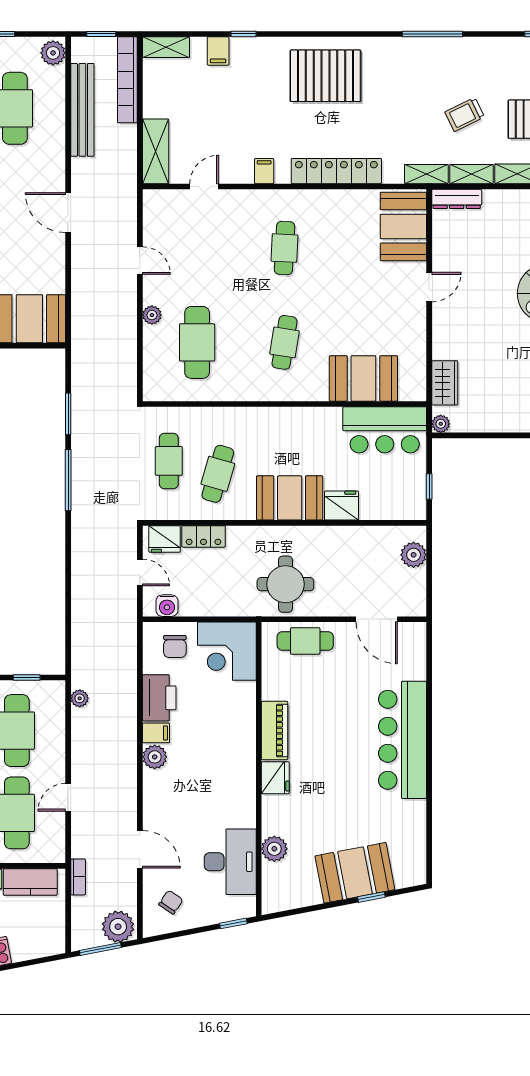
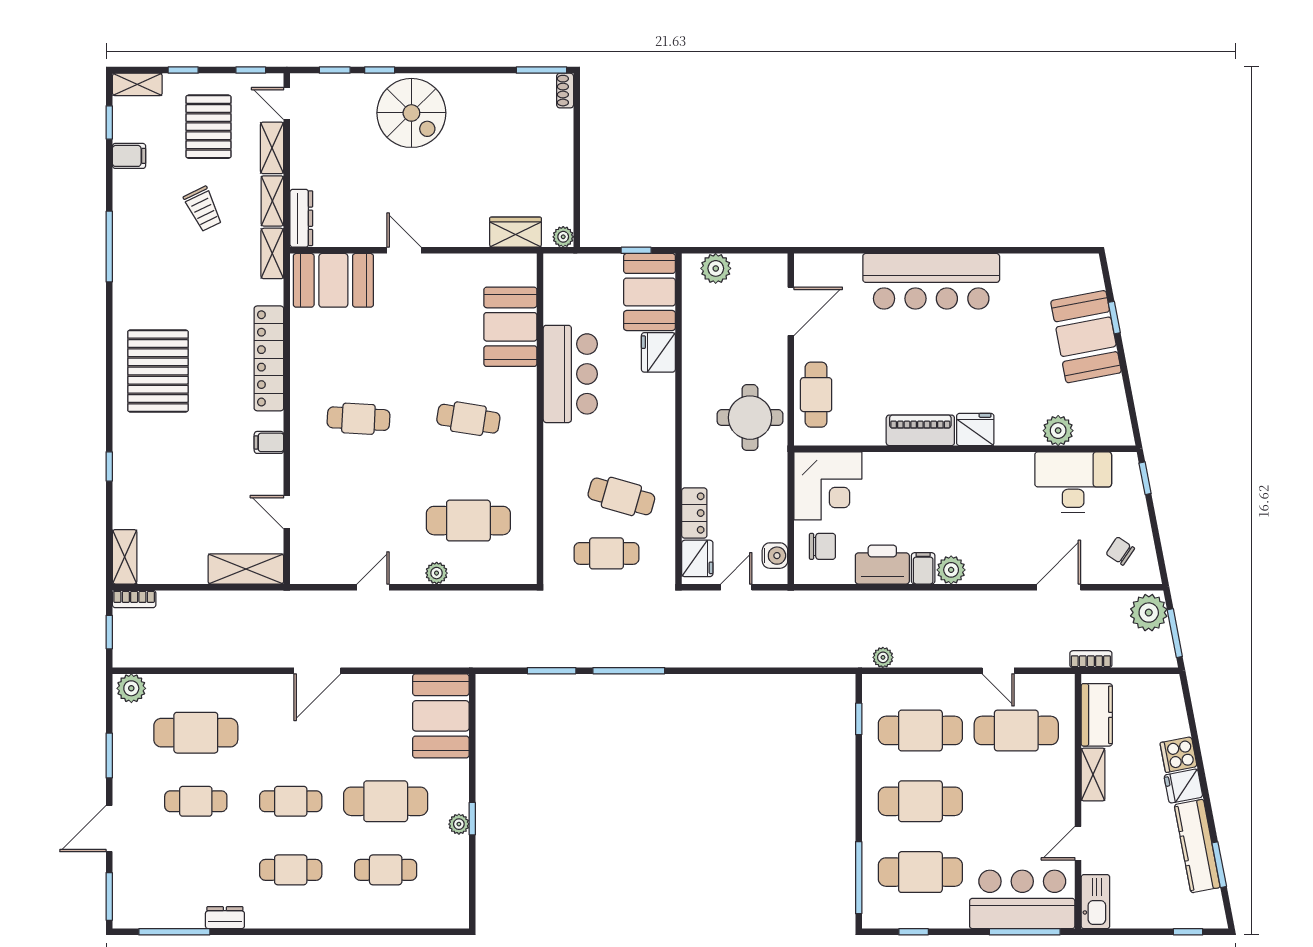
filing cabinet: (218, 51) -> (129, 156), moved
bookcase: (127, 80) -> (134, 599), width x0.43, depth x0.76
bench: (82, 110) -> (198, 654), removed
bar counter: (385, 430) -> (570, 374), moved
booth: (290, 498) -> (649, 292), moved

